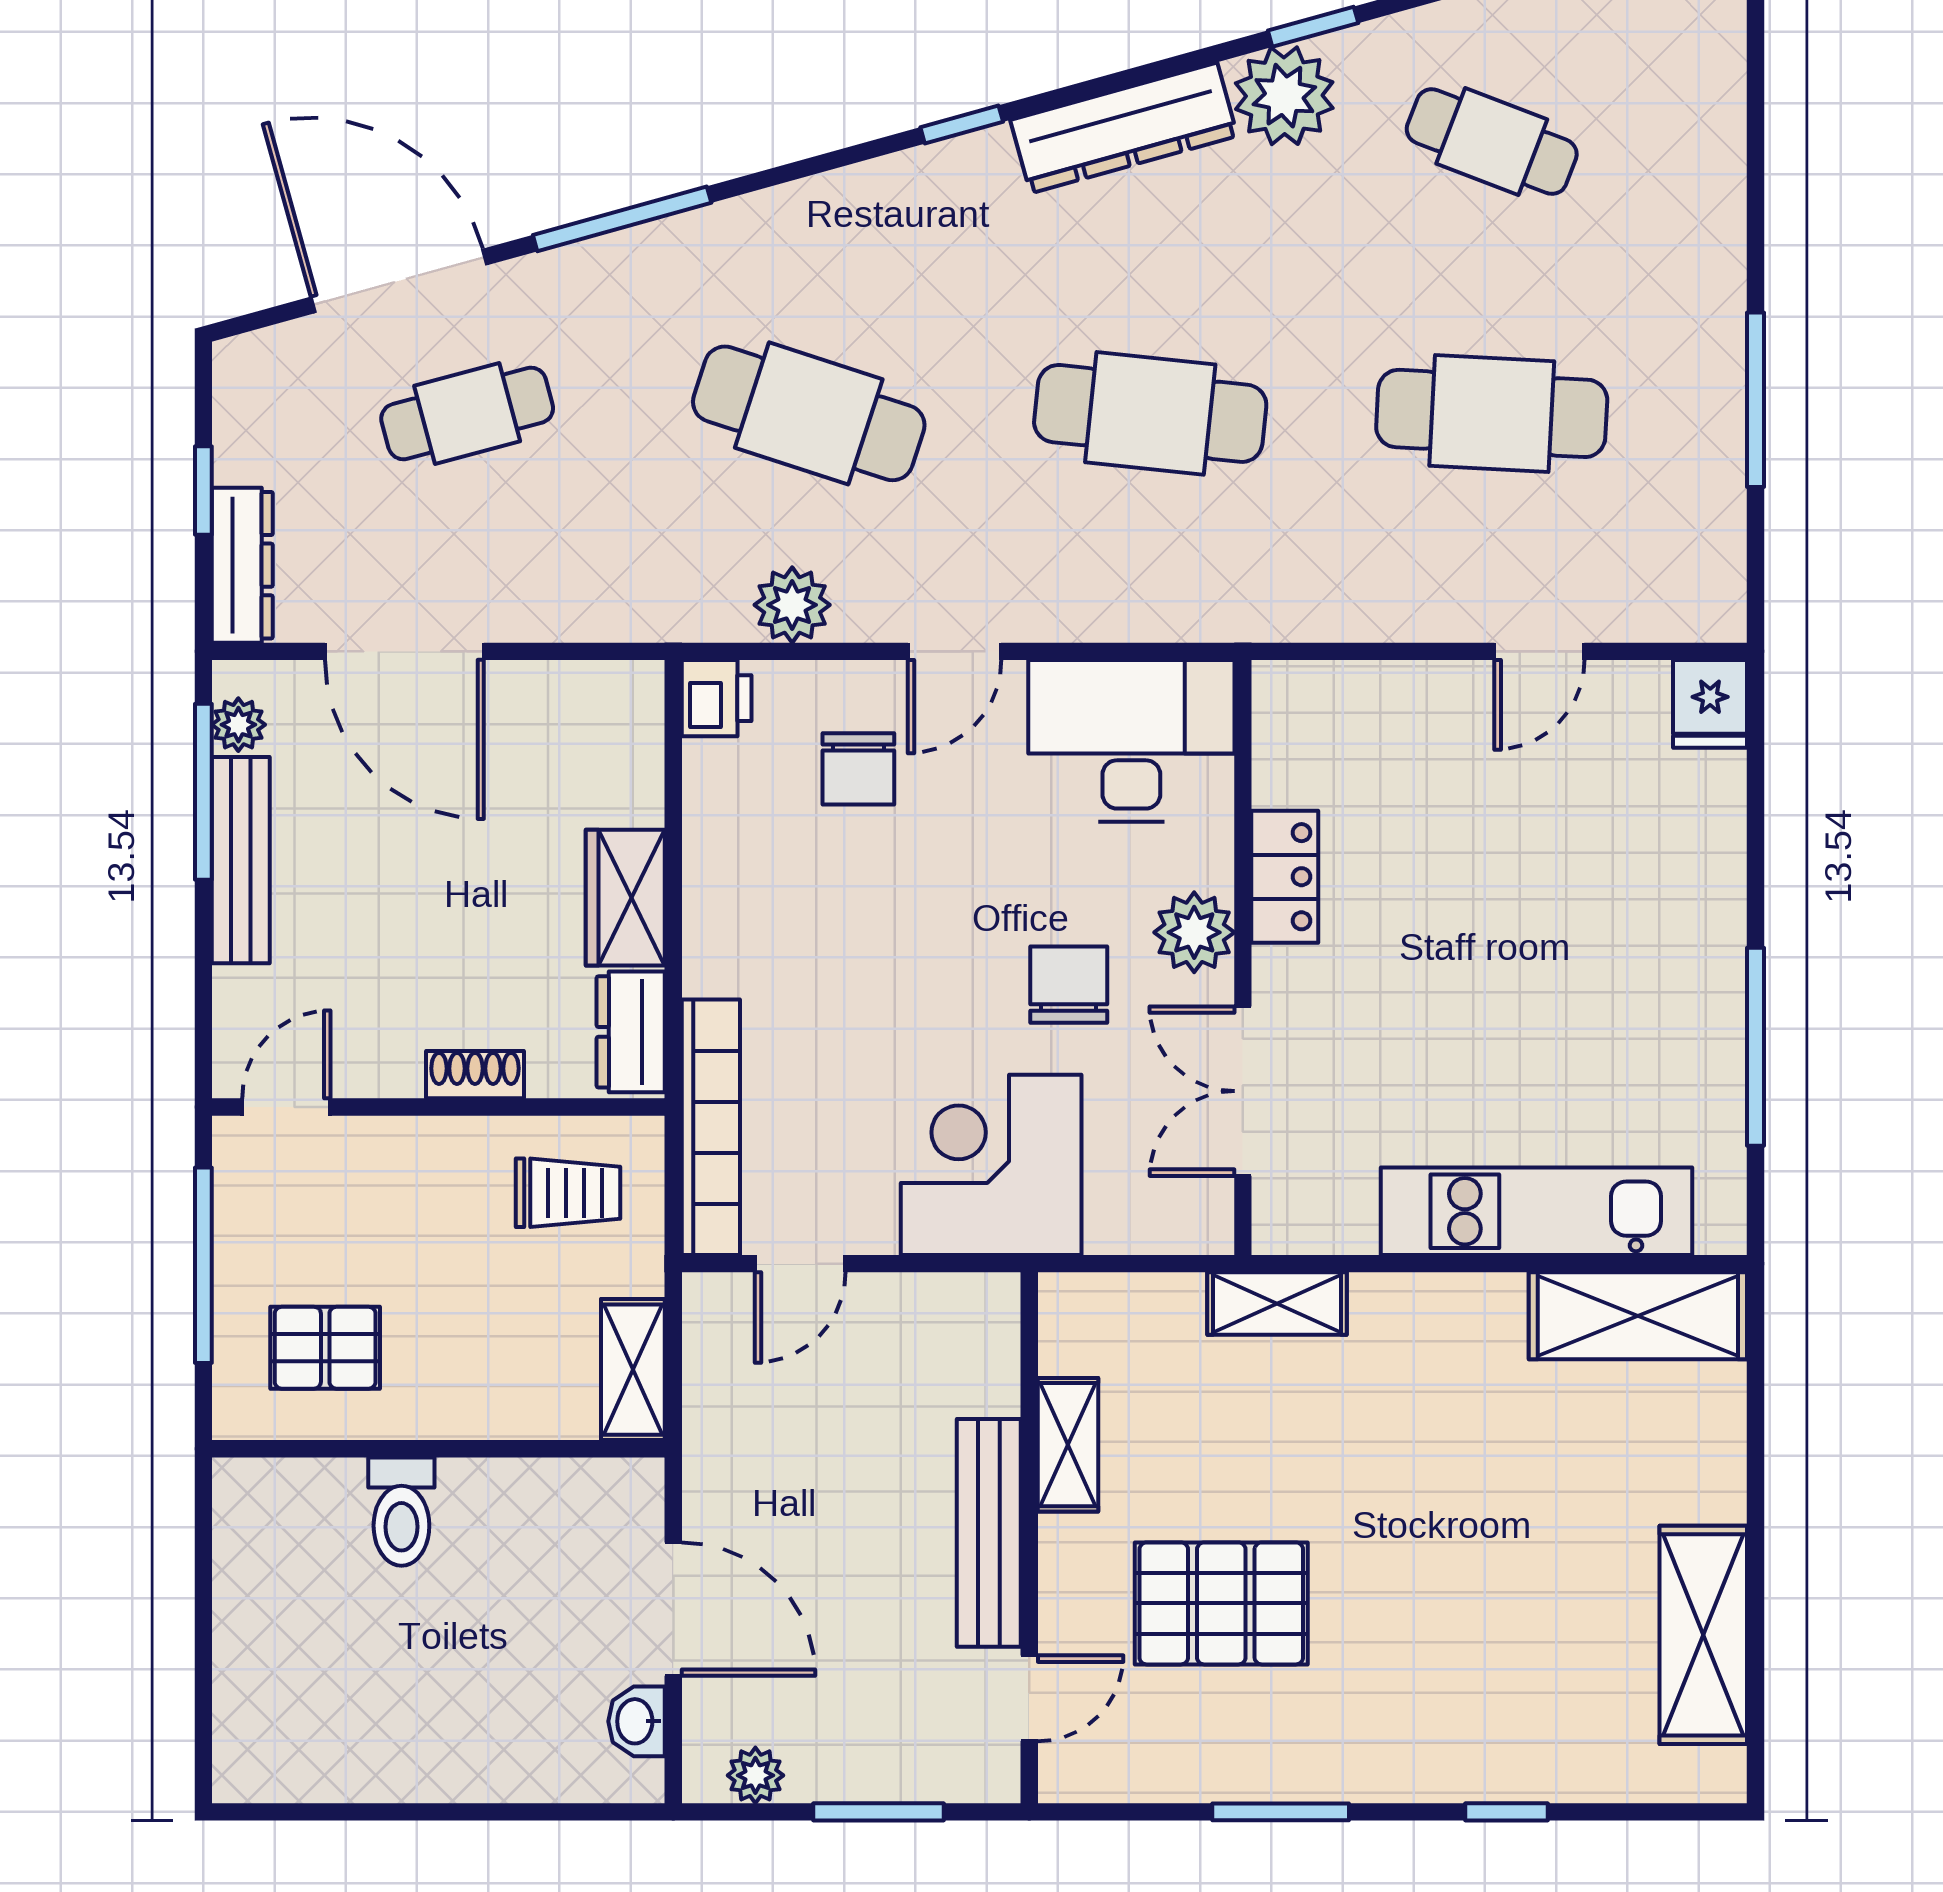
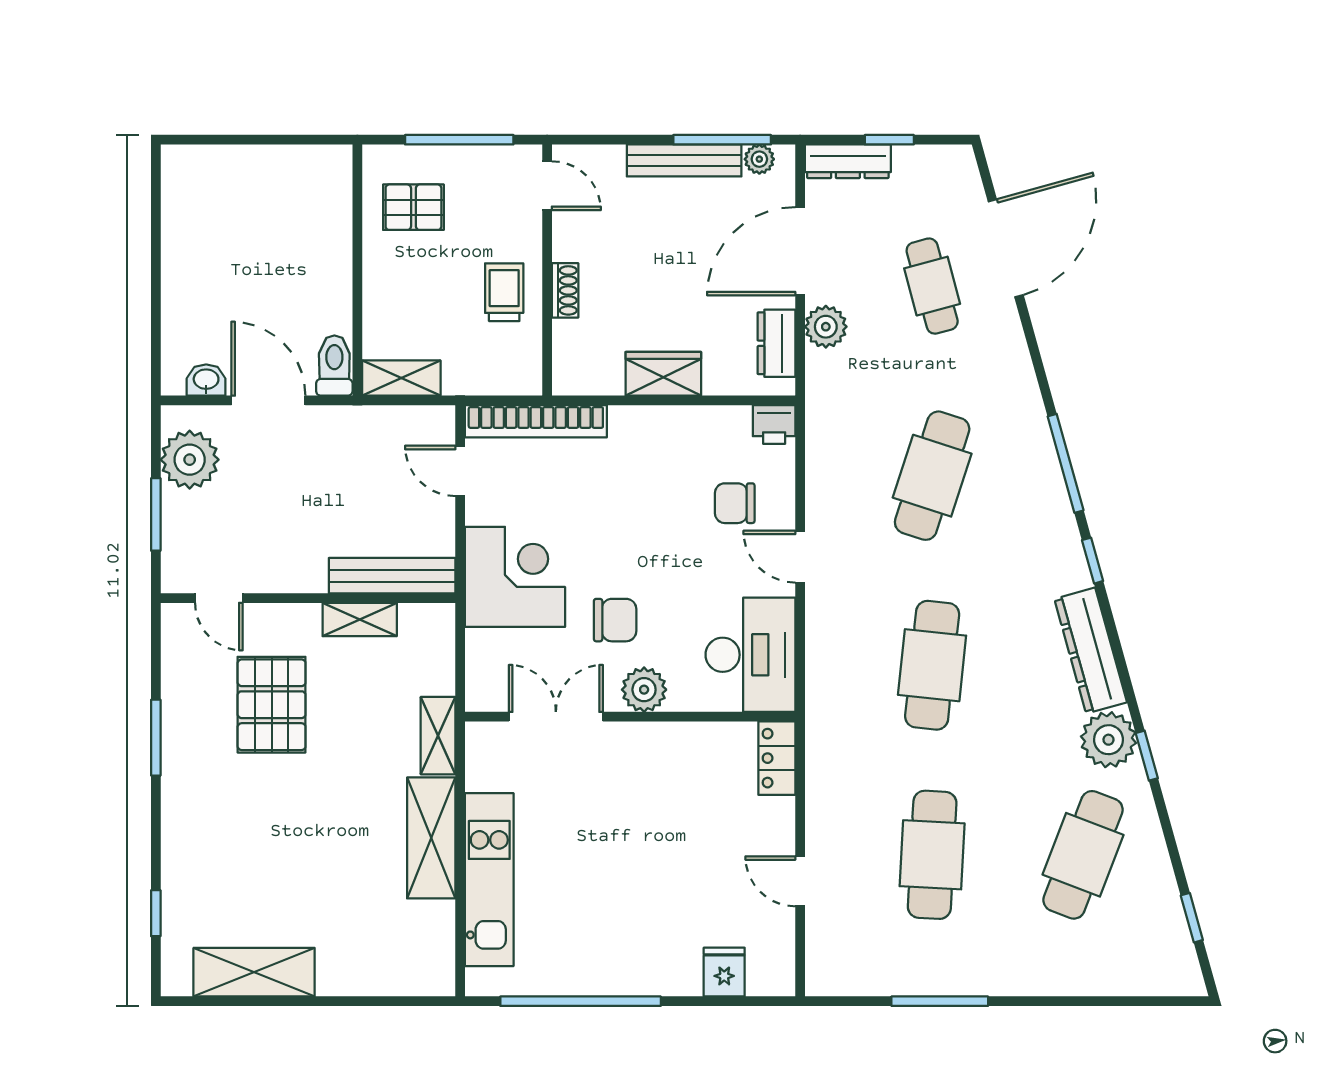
cafe table: (1492, 142) -> (1083, 855), width x1.37, depth x1.35
window: (622, 219) -> (1066, 463), moved
plant: (792, 605) -> (826, 327), moved
fridge: (1710, 704) -> (724, 972), moved, turned 90
locker: (1285, 877) -> (777, 758), moved, turned 90
dresser: (631, 1032) -> (776, 343), moved, turned -90
window: (1755, 1047) -> (581, 1001), width x1.46
trolley: (568, 1193) -> (504, 292), moved, turned 180
shelving: (1638, 1316) -> (431, 838), moved
pallet: (325, 1348) -> (413, 207), turned 90
toilet: (401, 1512) -> (334, 366), moved, turned 90
bench: (989, 1533) -> (392, 576), moved
door: (673, 1609) -> (268, 400), swing flipped
plant: (755, 1775) -> (190, 460), width x1.87, depth x1.87
window: (1507, 1812) -> (156, 913), moved

